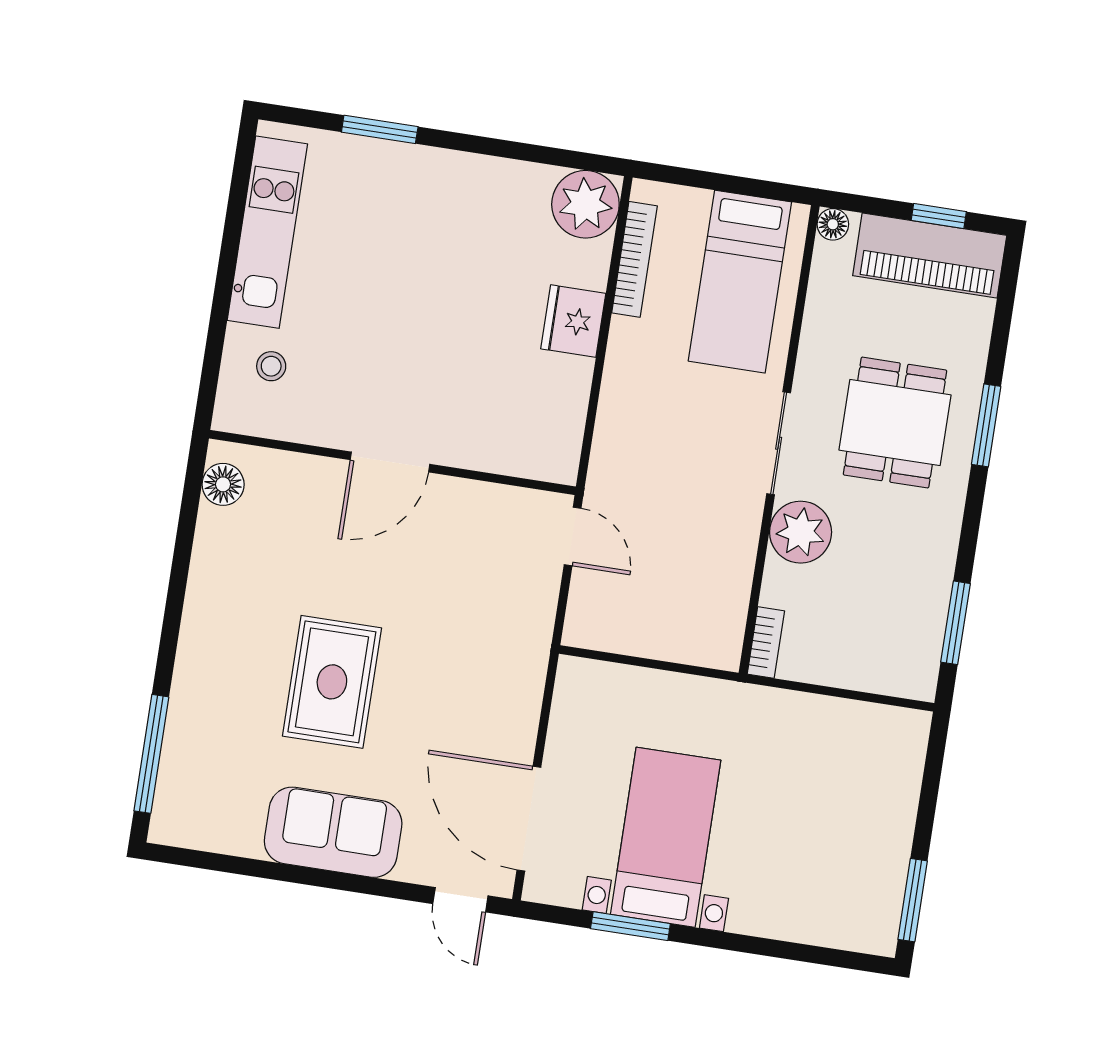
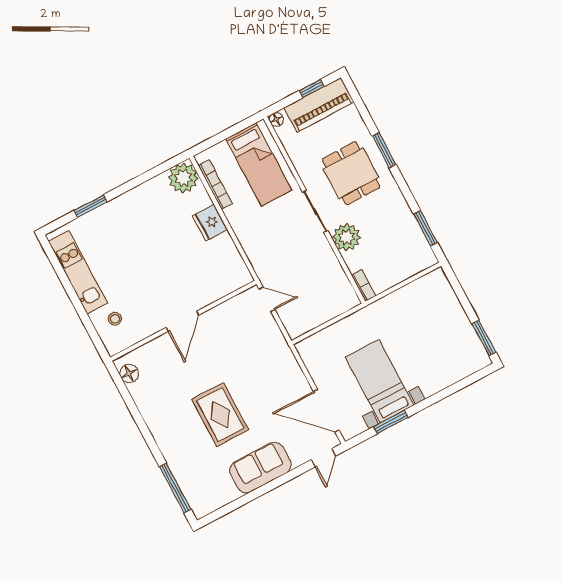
door: (460, 900) -> (323, 458), hinge flipped

